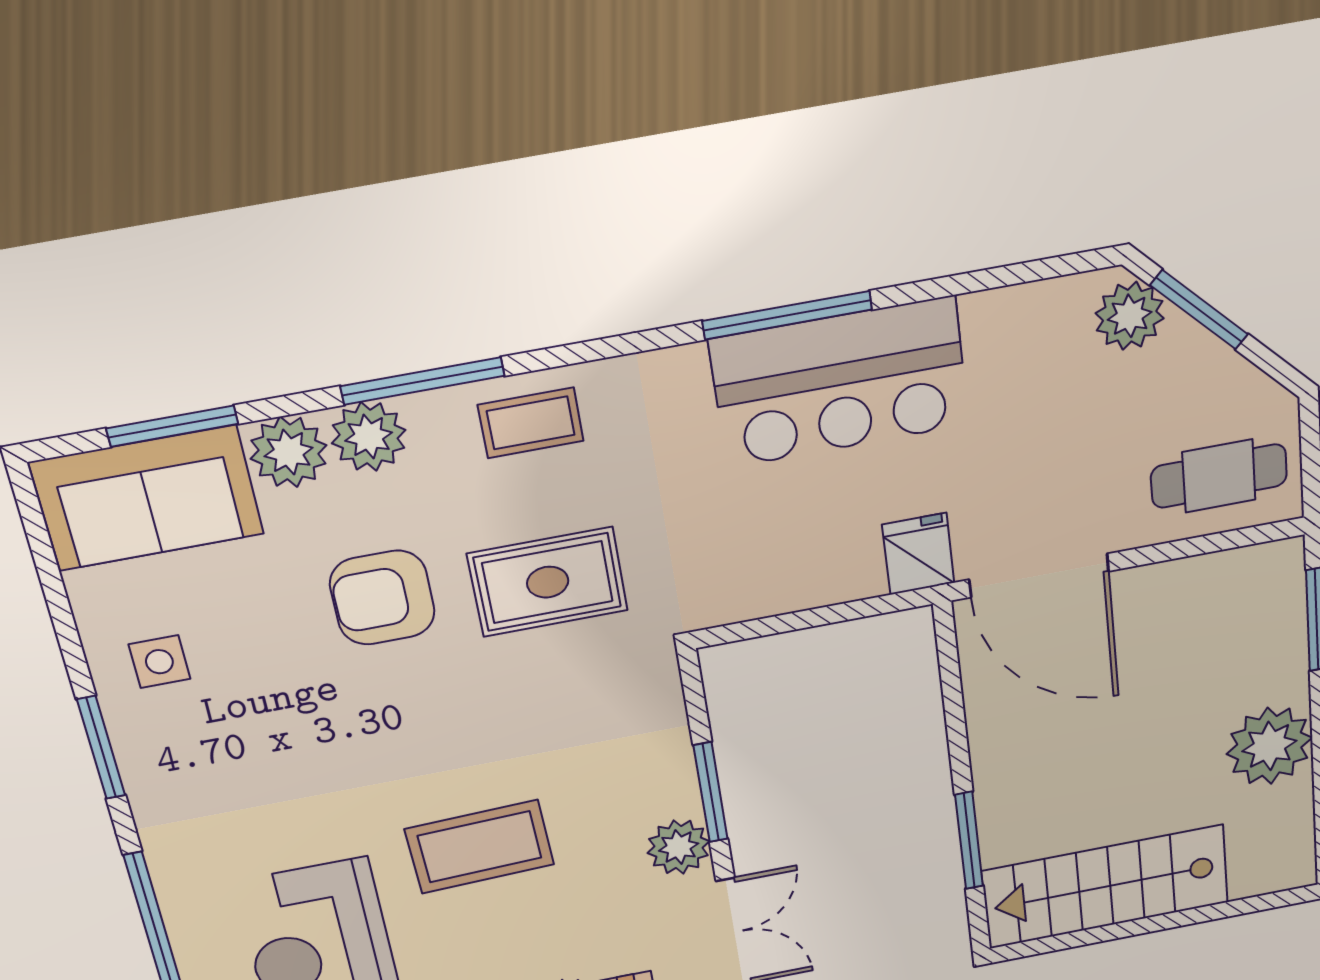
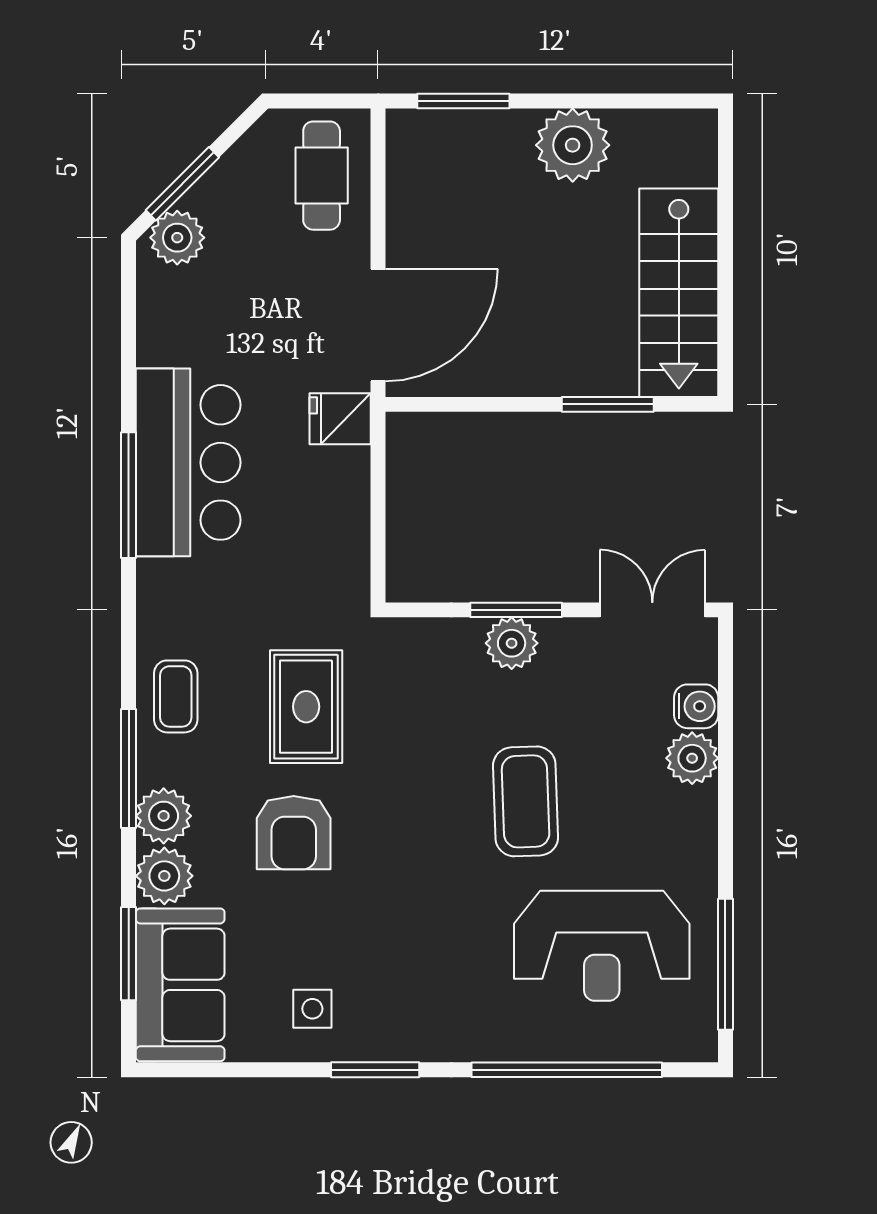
plant: (679, 847) -> (512, 643), moved

